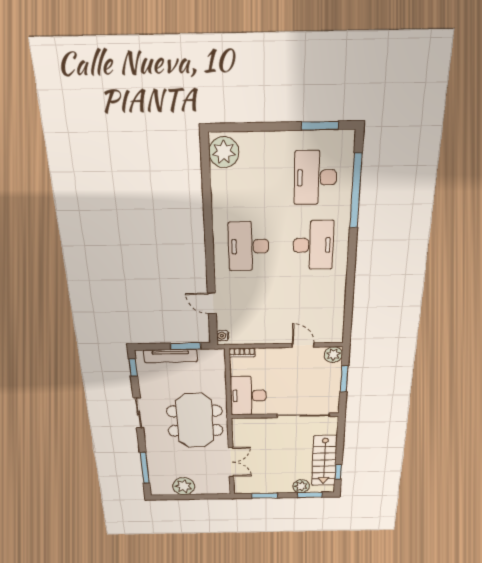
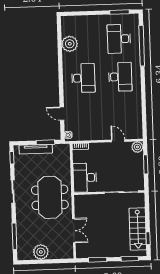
plant: (224, 152) -> (70, 44), moved
desk: (249, 246) -> (83, 78), turned 180
plant: (301, 486) -> (123, 251), removed

